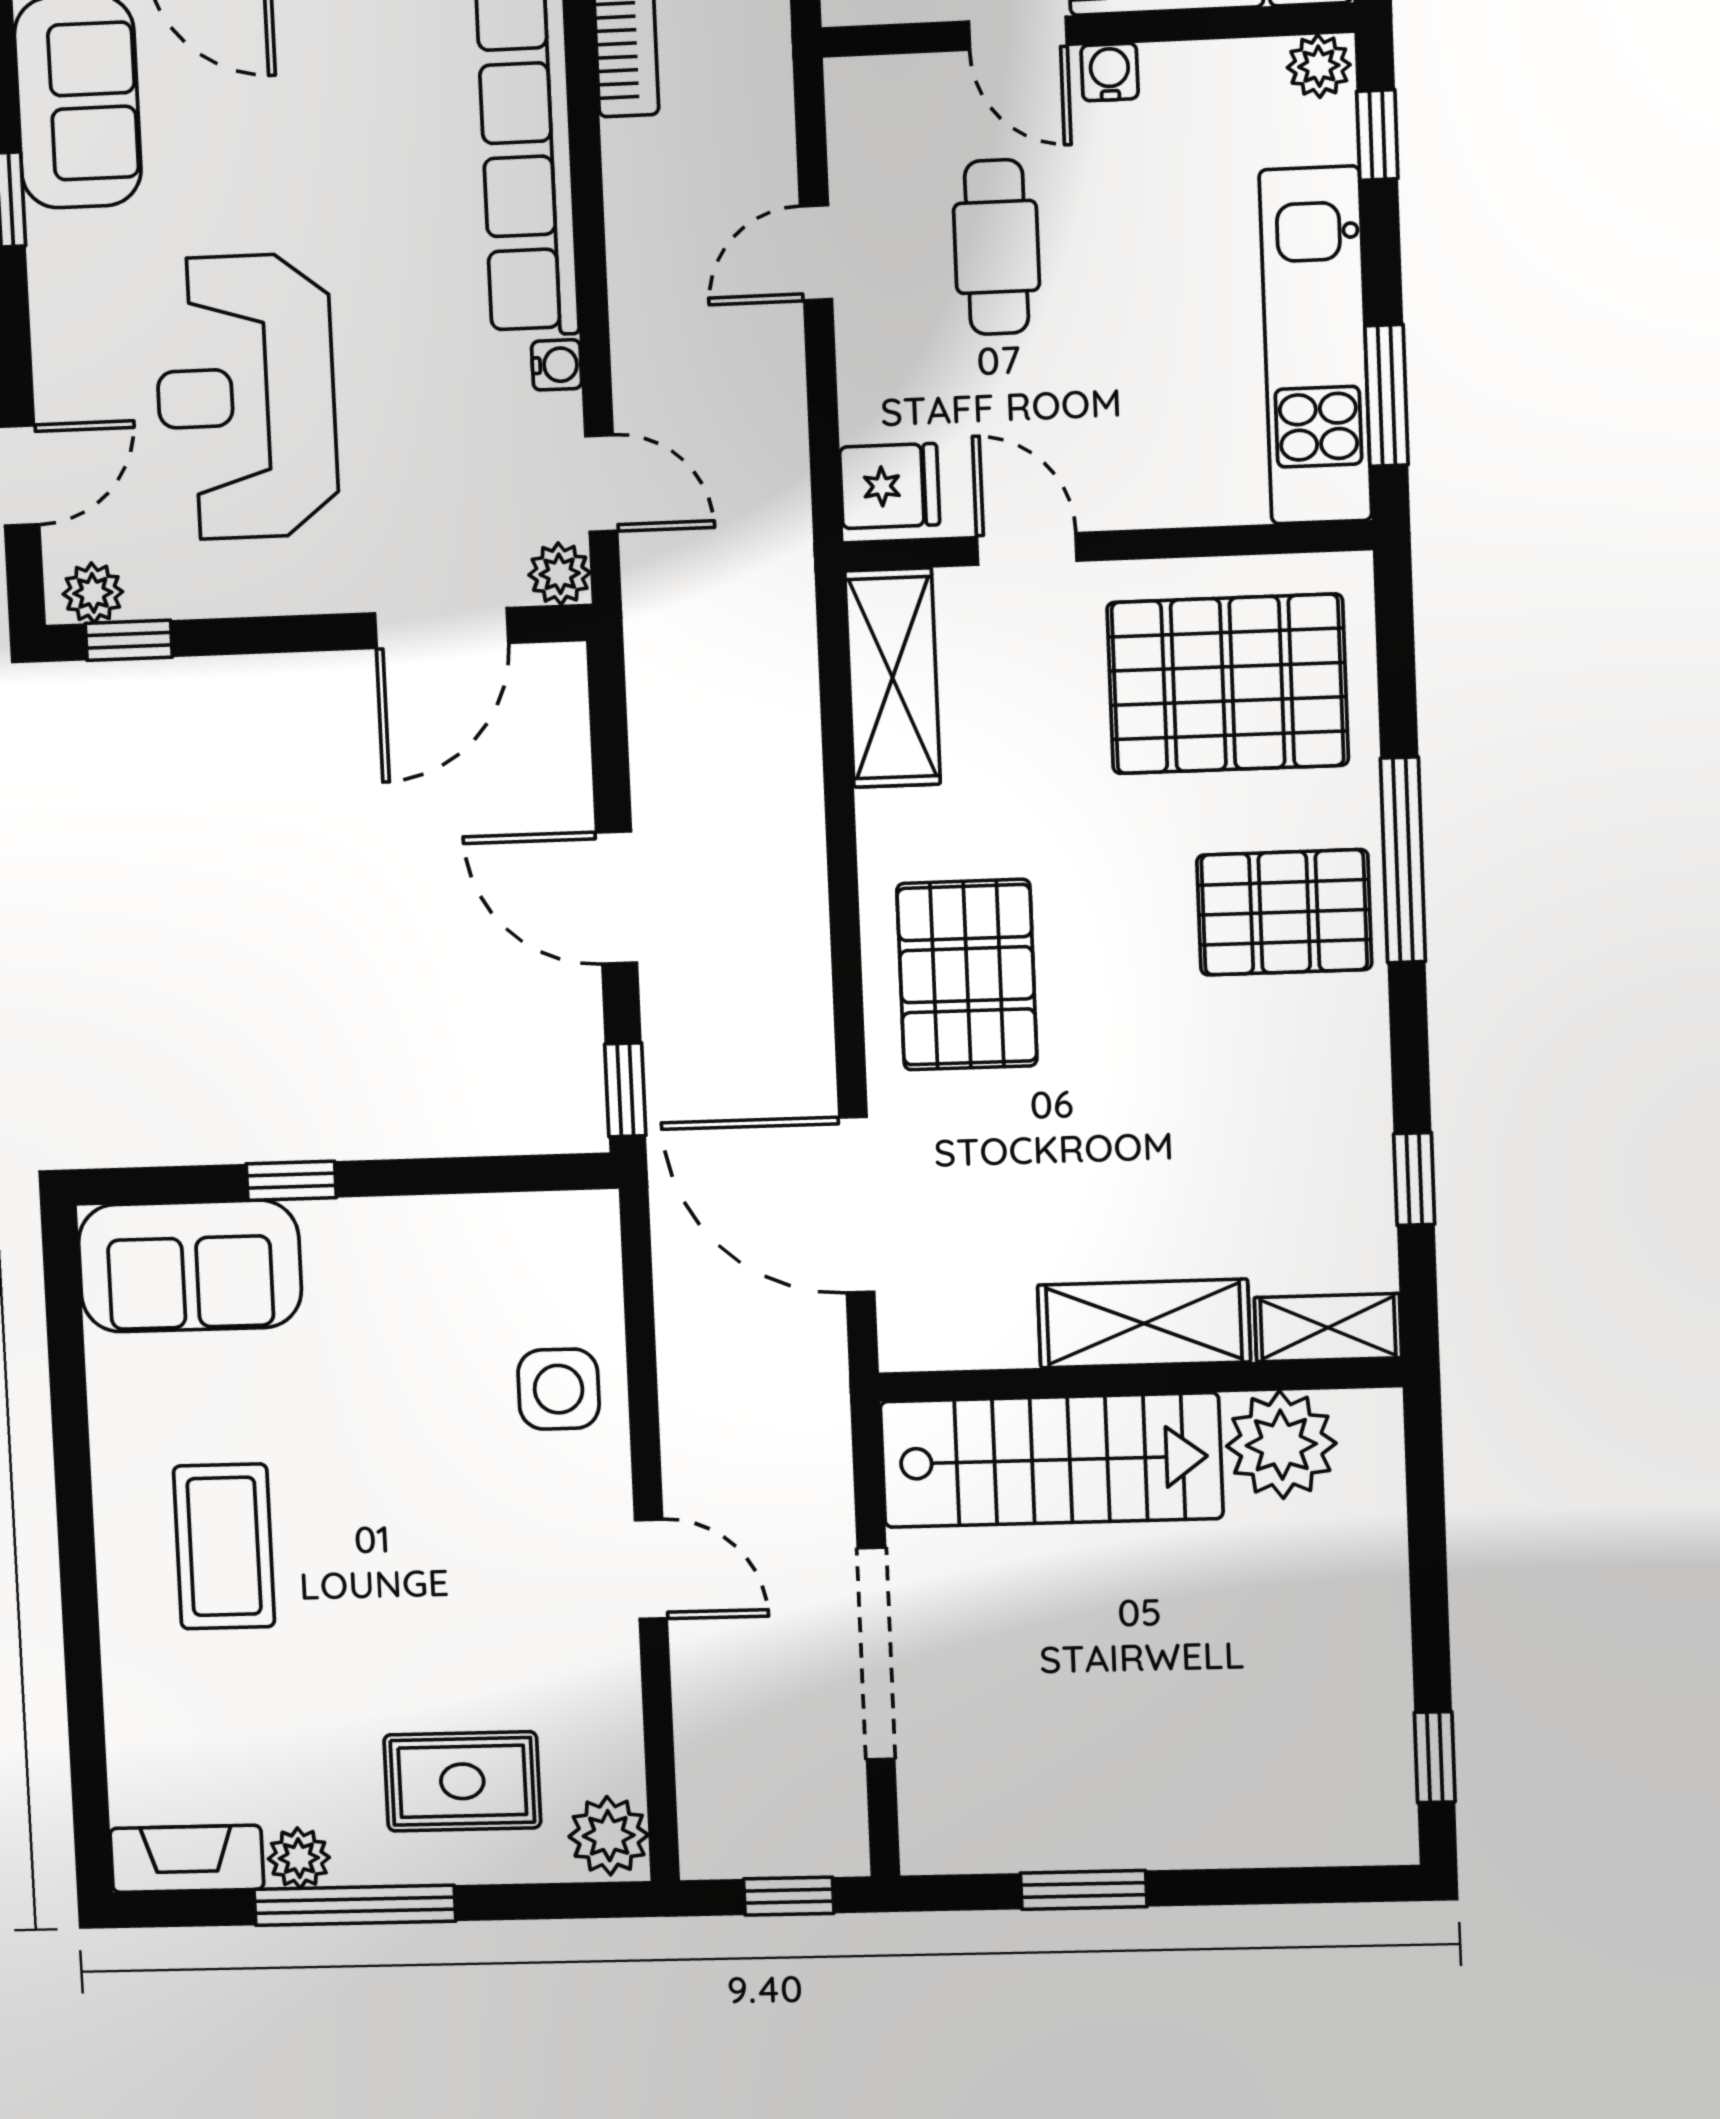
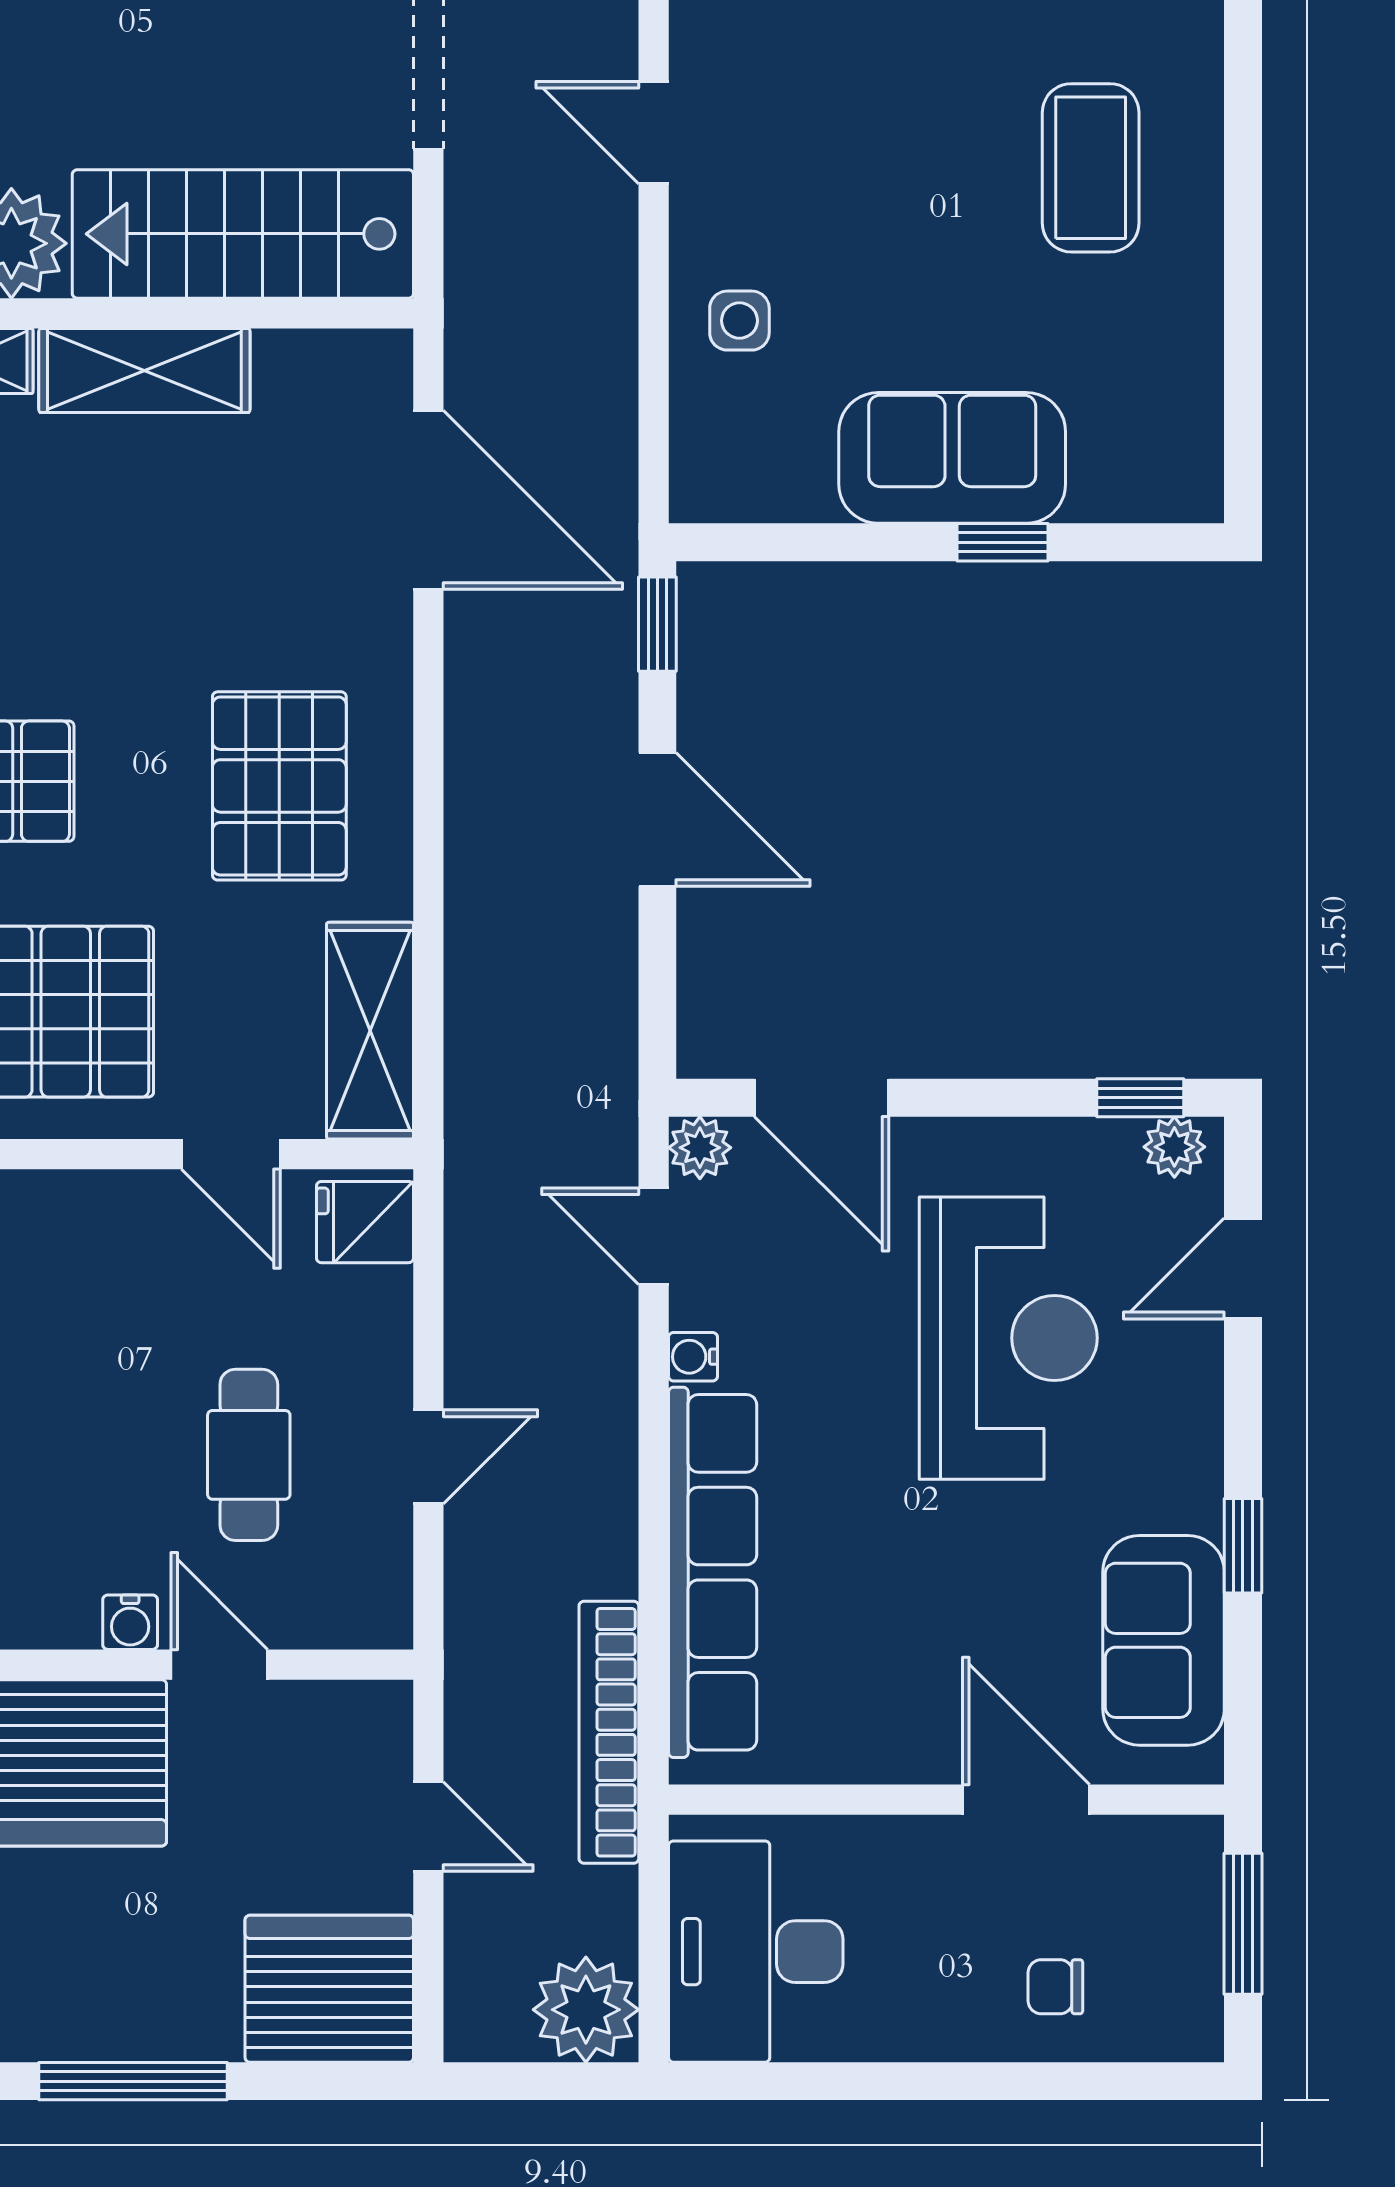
door: (442, 628) -> (822, 1098), swing flipped
pallet: (967, 975) -> (279, 786), moved
sofa: (190, 1266) -> (952, 458), moved
side table: (559, 1389) -> (739, 321), width x0.73, depth x0.73

